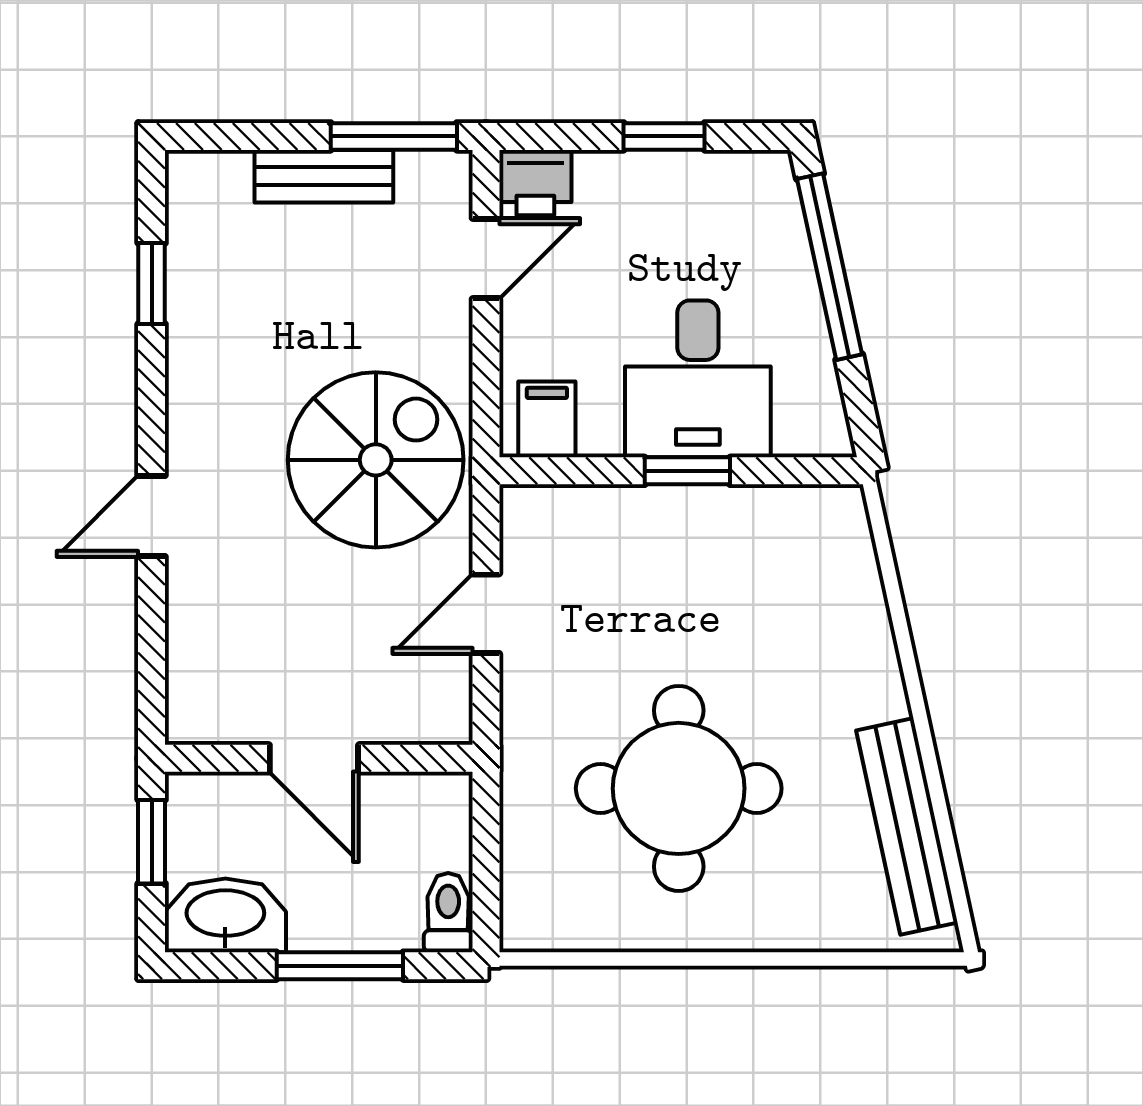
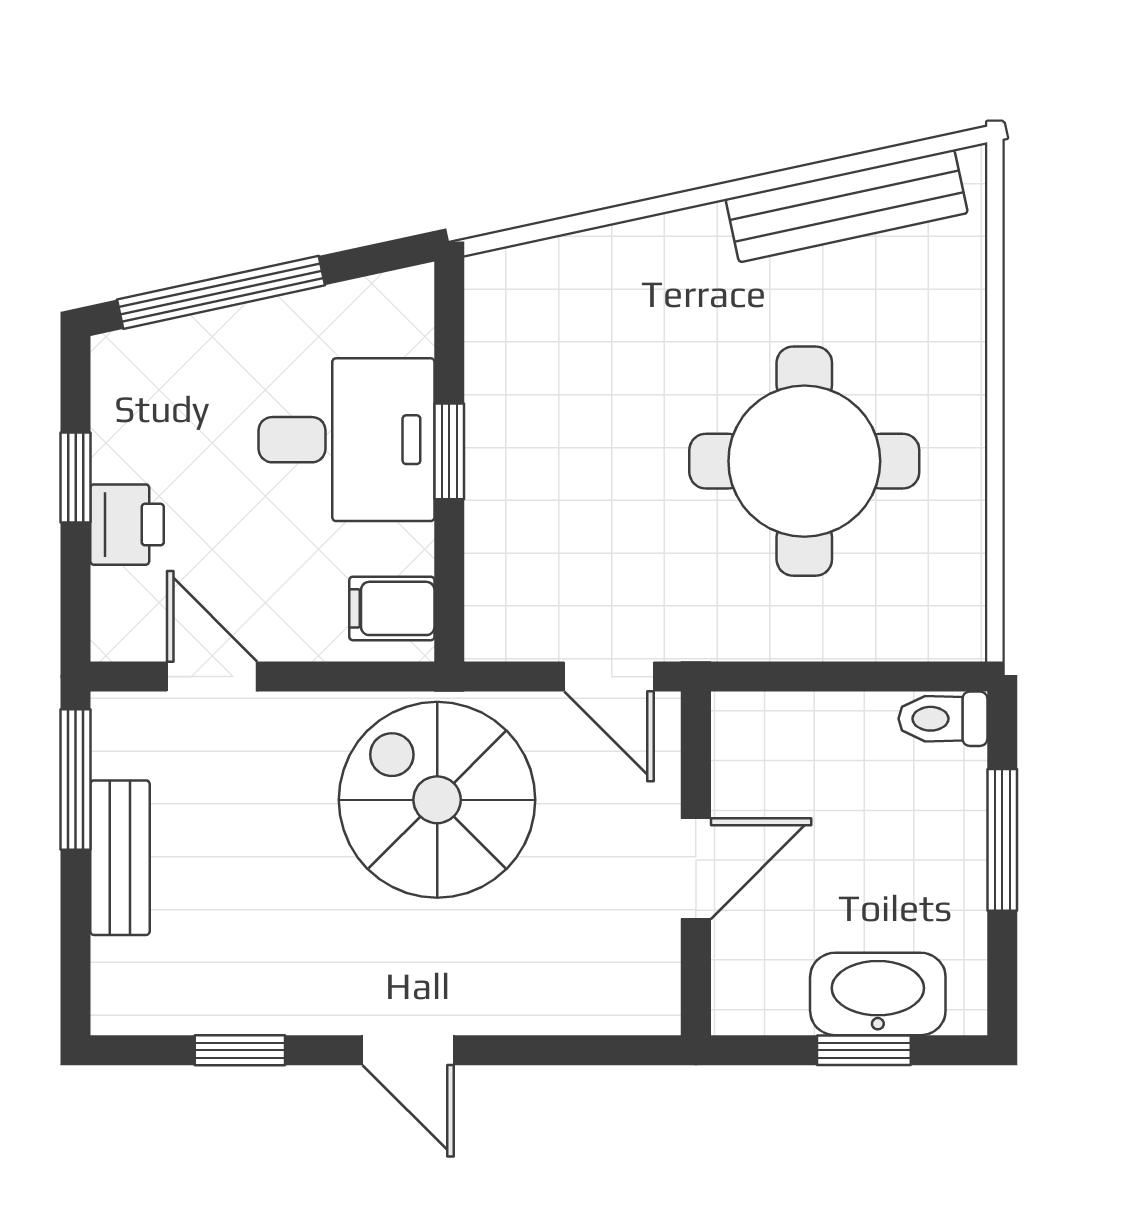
printer: (535, 183) -> (127, 525), moved
door: (152, 516) -> (408, 1050), moved
door: (314, 758) -> (696, 869), moved
wall: (319, 758) -> (696, 863), moved
washbasin: (225, 915) -> (878, 994), moved, turned 90

